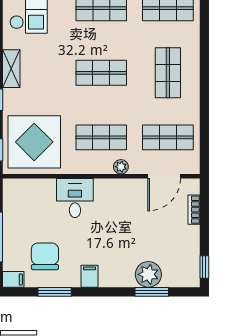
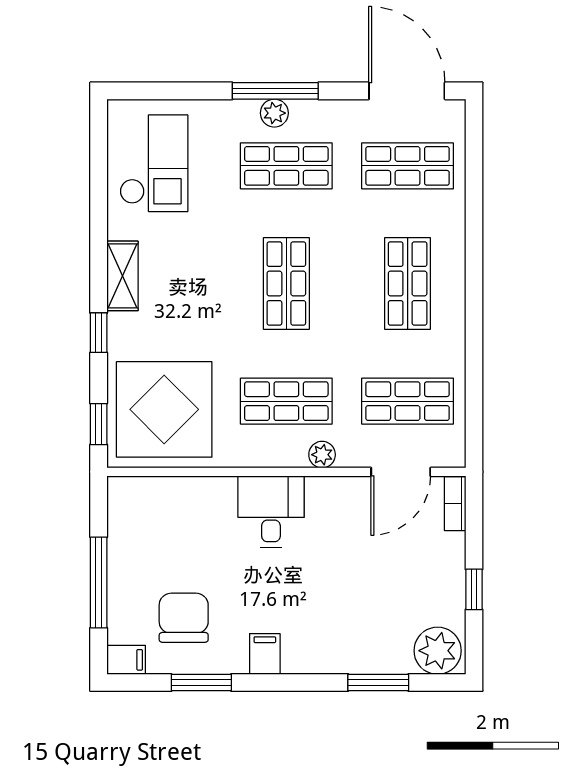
shop shelf: (101, 73) -> (286, 284), turned 90
desk: (75, 198) -> (271, 512), moved
bookcase: (194, 210) -> (455, 504), moved
window: (204, 267) -> (474, 589), moved
plant: (148, 274) -> (438, 651), moved

